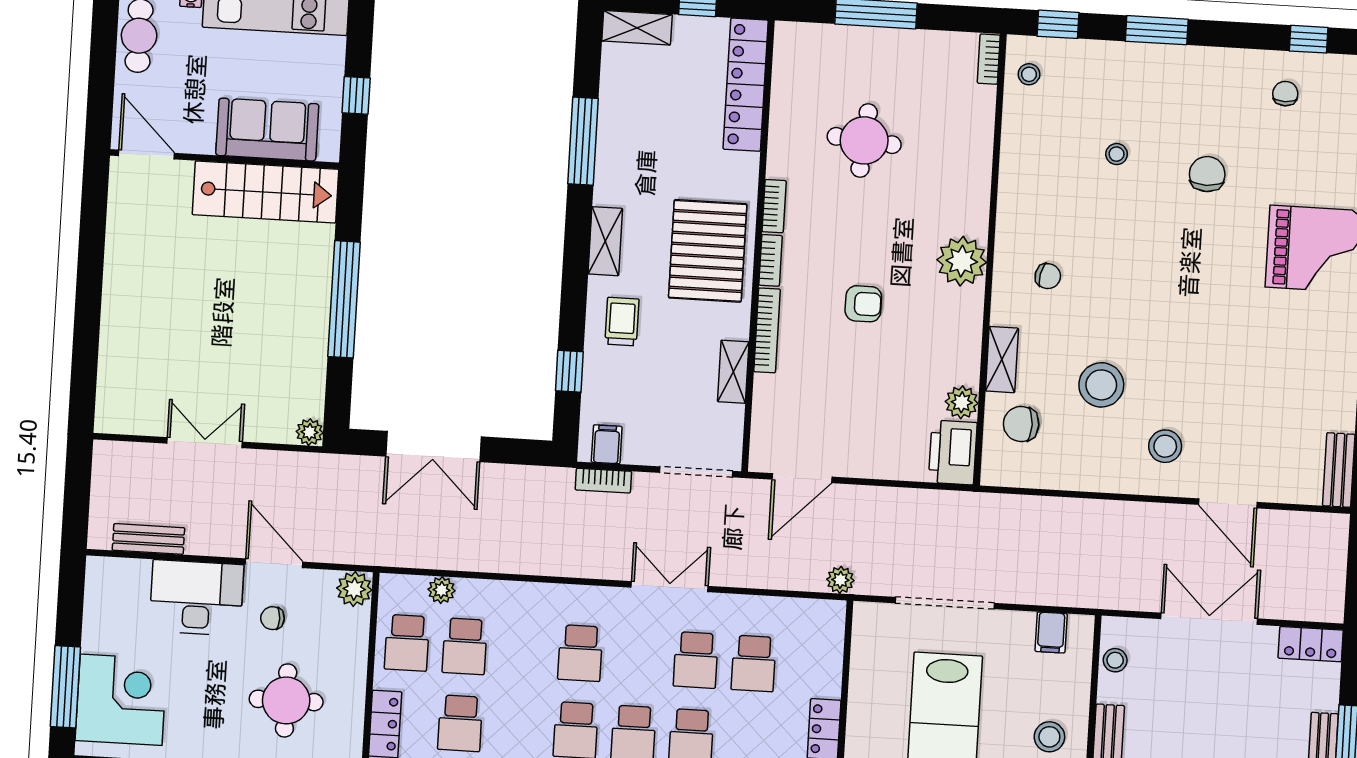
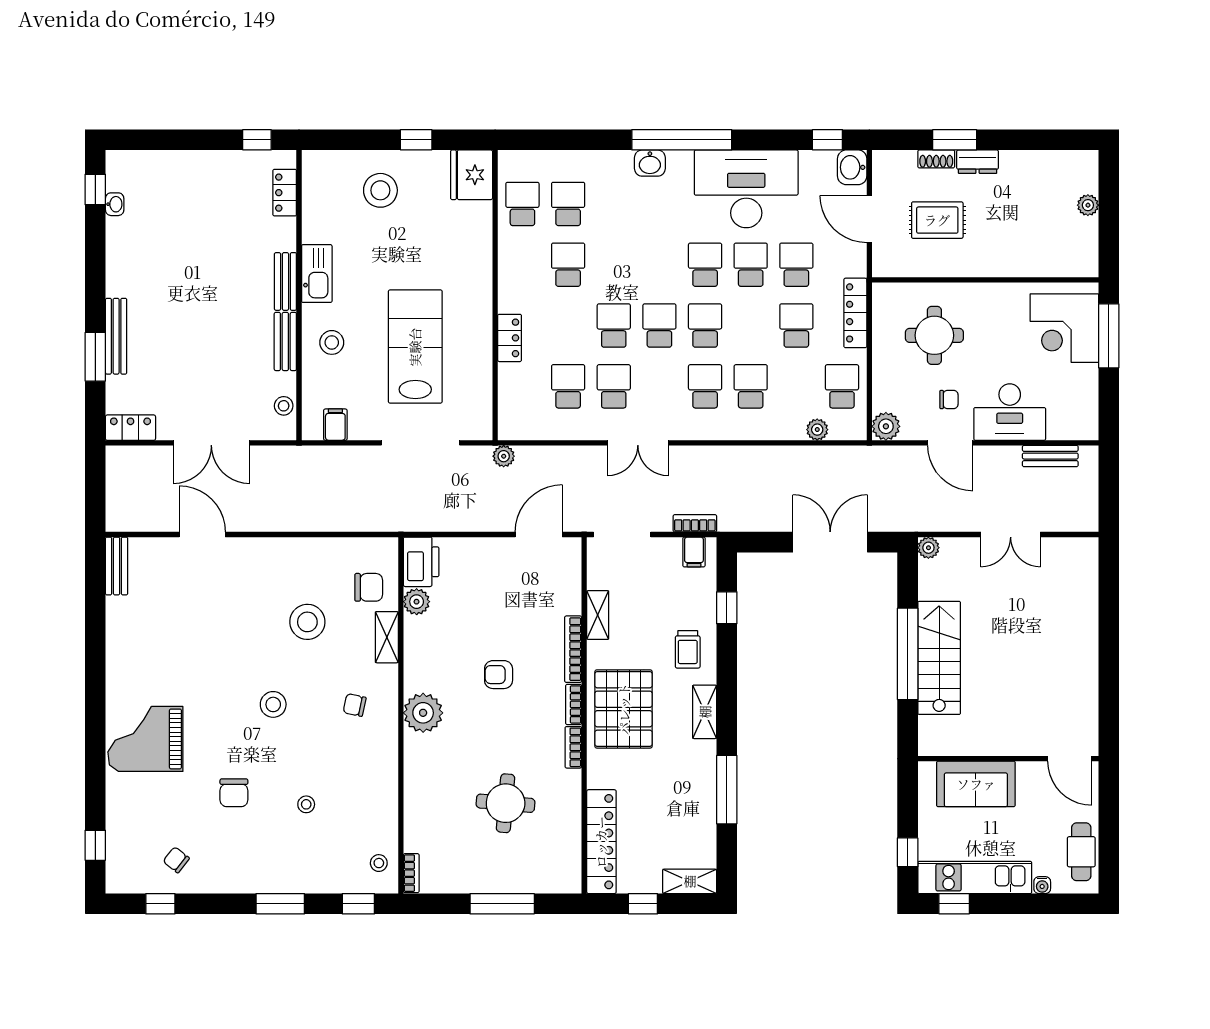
chair: (1285, 94) -> (176, 860), turned 128
window: (356, 95) -> (908, 852), moved
stairs: (266, 192) -> (939, 658), moved, turned 90
stool: (1165, 446) -> (273, 704), moved
school desk: (465, 646) -> (751, 386), moved

